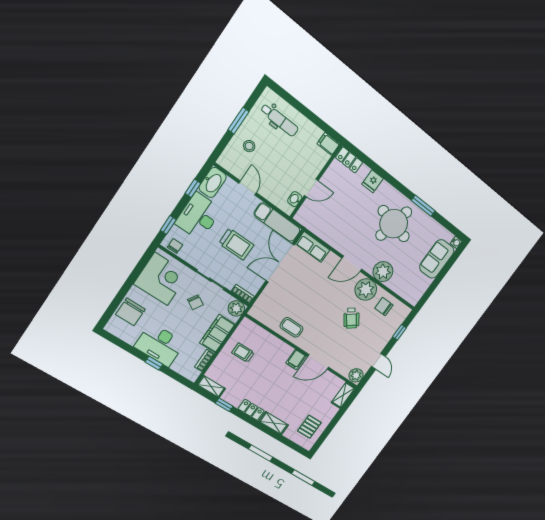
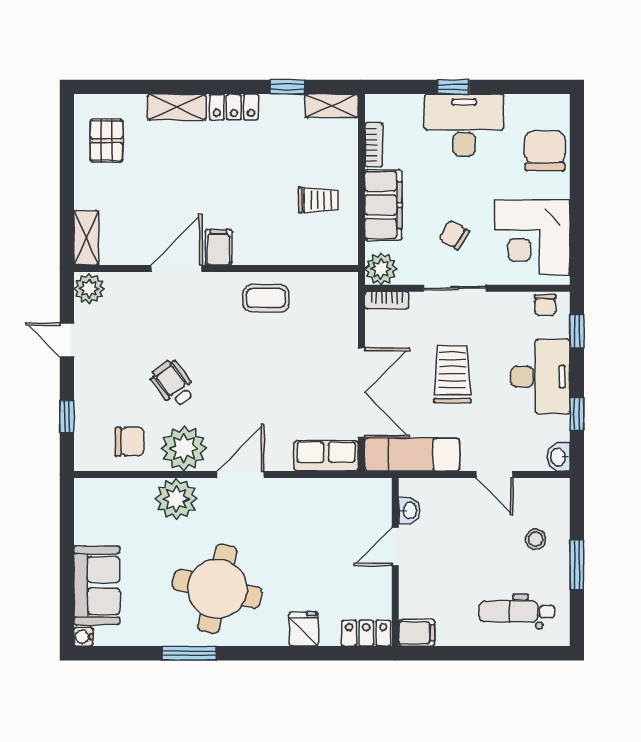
washbasin: (213, 182) -> (558, 457), width x0.52, depth x0.69
trolley: (236, 244) -> (452, 374), turned 90

